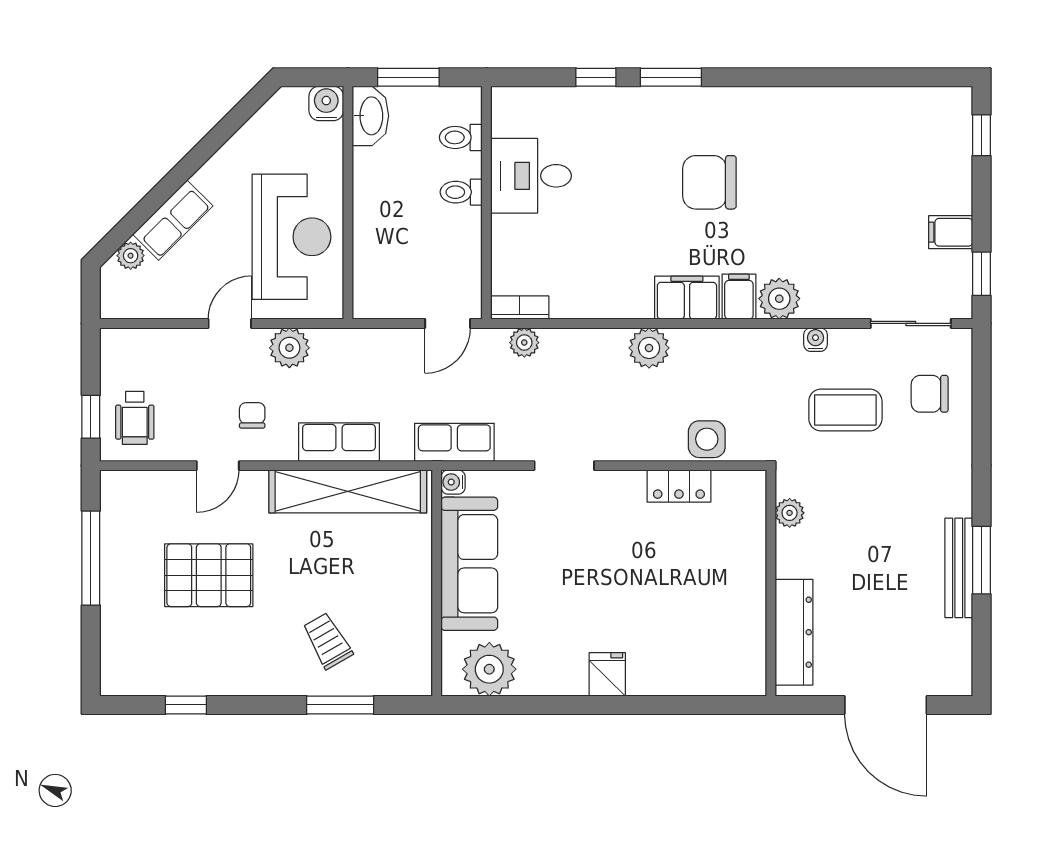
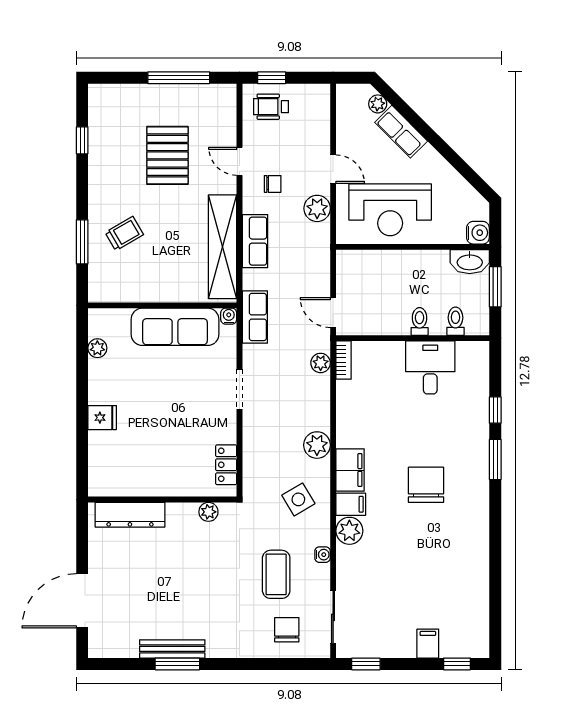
filing cabinet: (951, 232) -> (428, 644), moved
side table: (707, 439) -> (298, 499), moved, turned -31
plant: (790, 513) -> (208, 512), moved
wall: (771, 583) -> (162, 499), moved
dresser: (794, 632) -> (130, 515), moved
plant: (489, 669) -> (97, 348), width x0.53, depth x0.53

